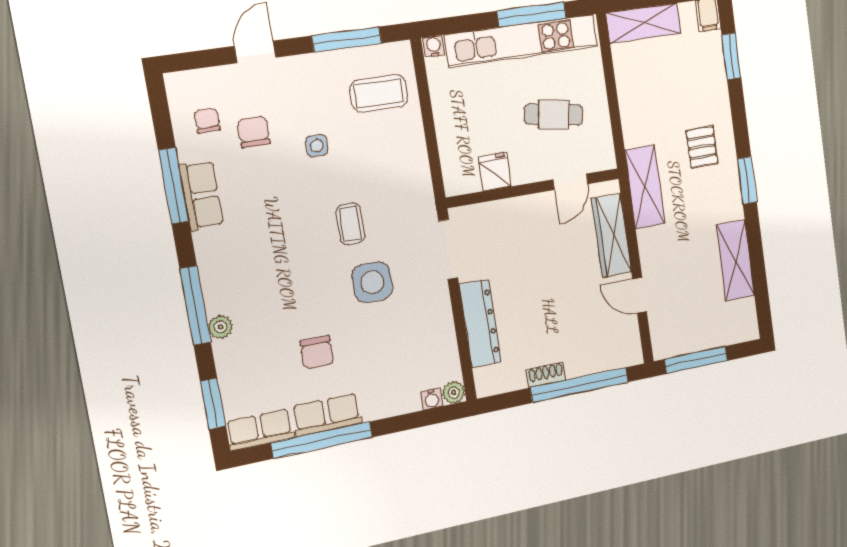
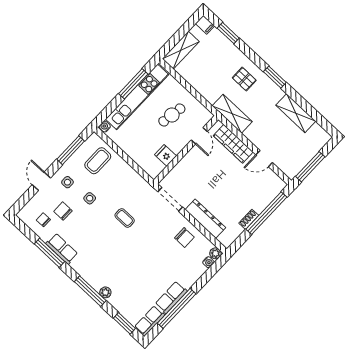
side table: (372, 282) -> (67, 182), moved, width x0.54, depth x0.54
chair: (317, 352) -> (184, 237), moved

